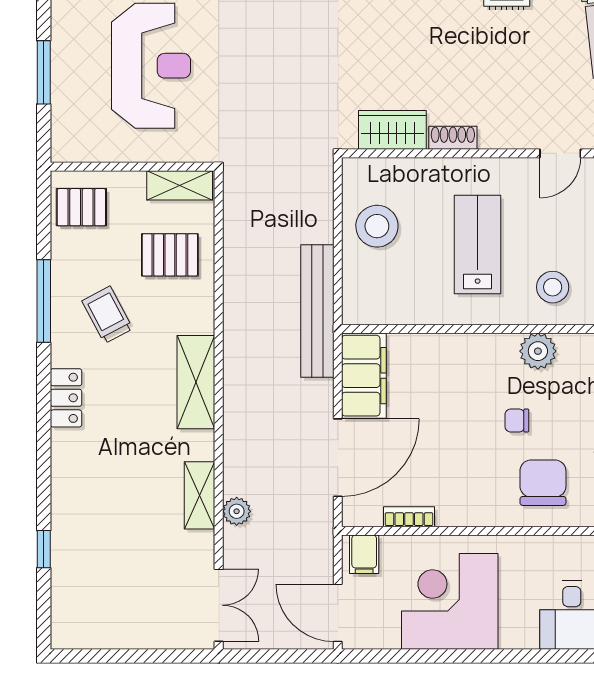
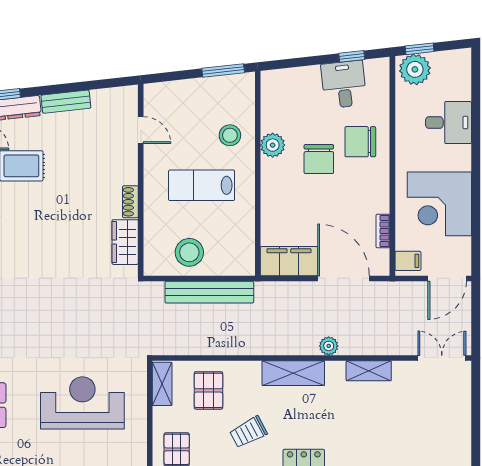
bench: (317, 311) -> (209, 292), moved
chair: (517, 421) -> (319, 159), width x1.87, depth x1.87
plant: (237, 511) -> (329, 346), moved

